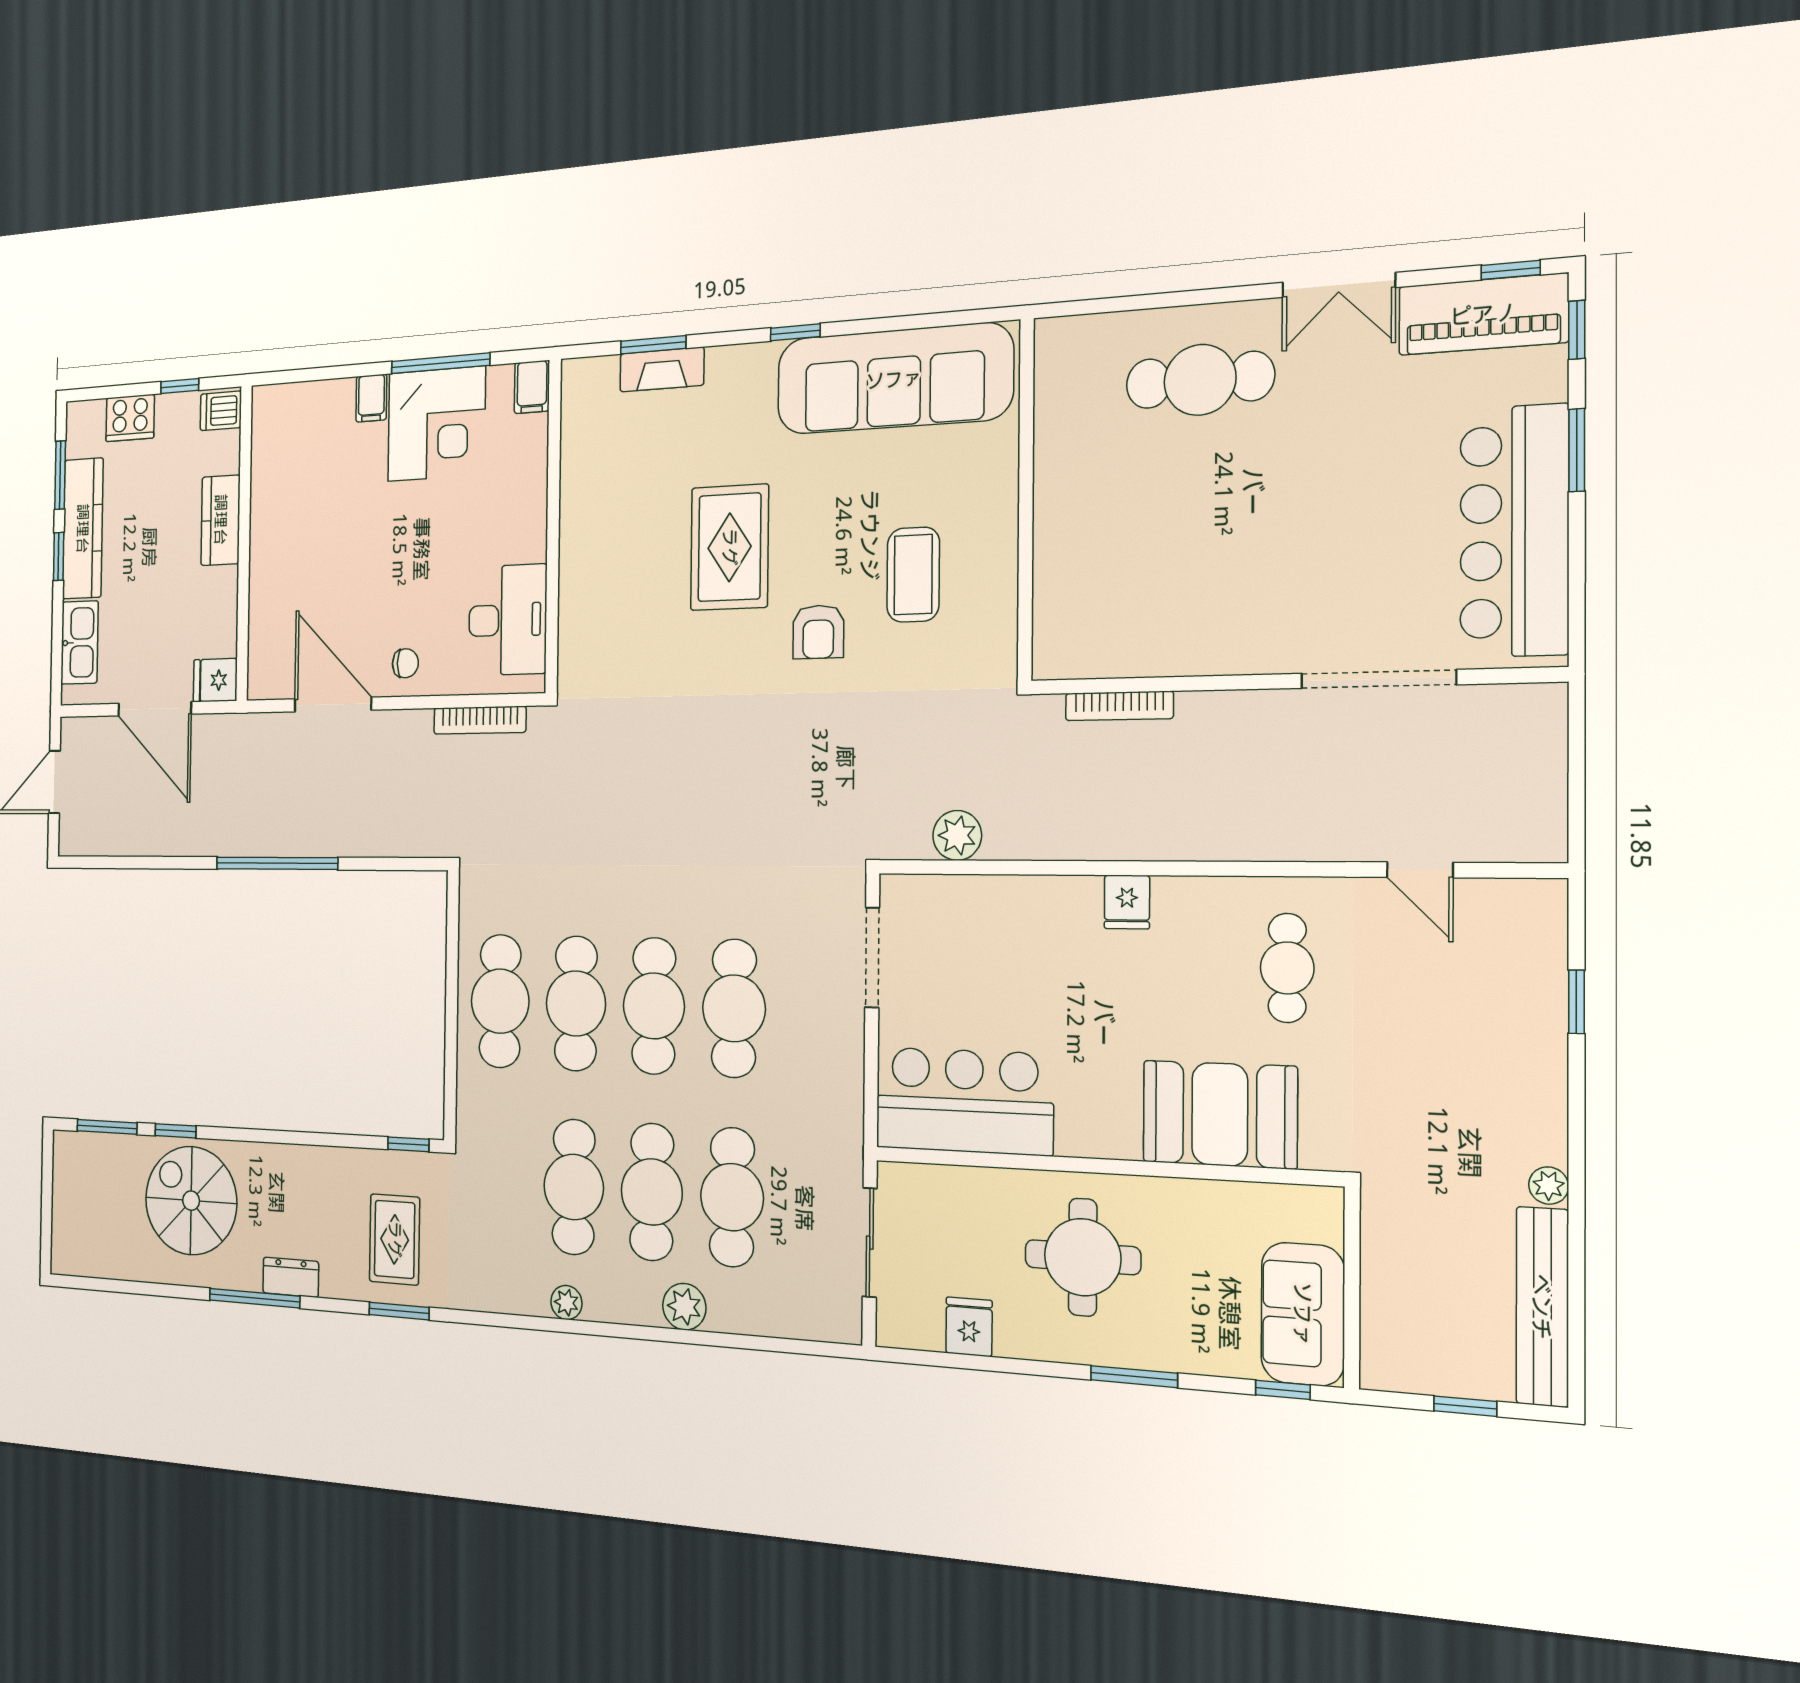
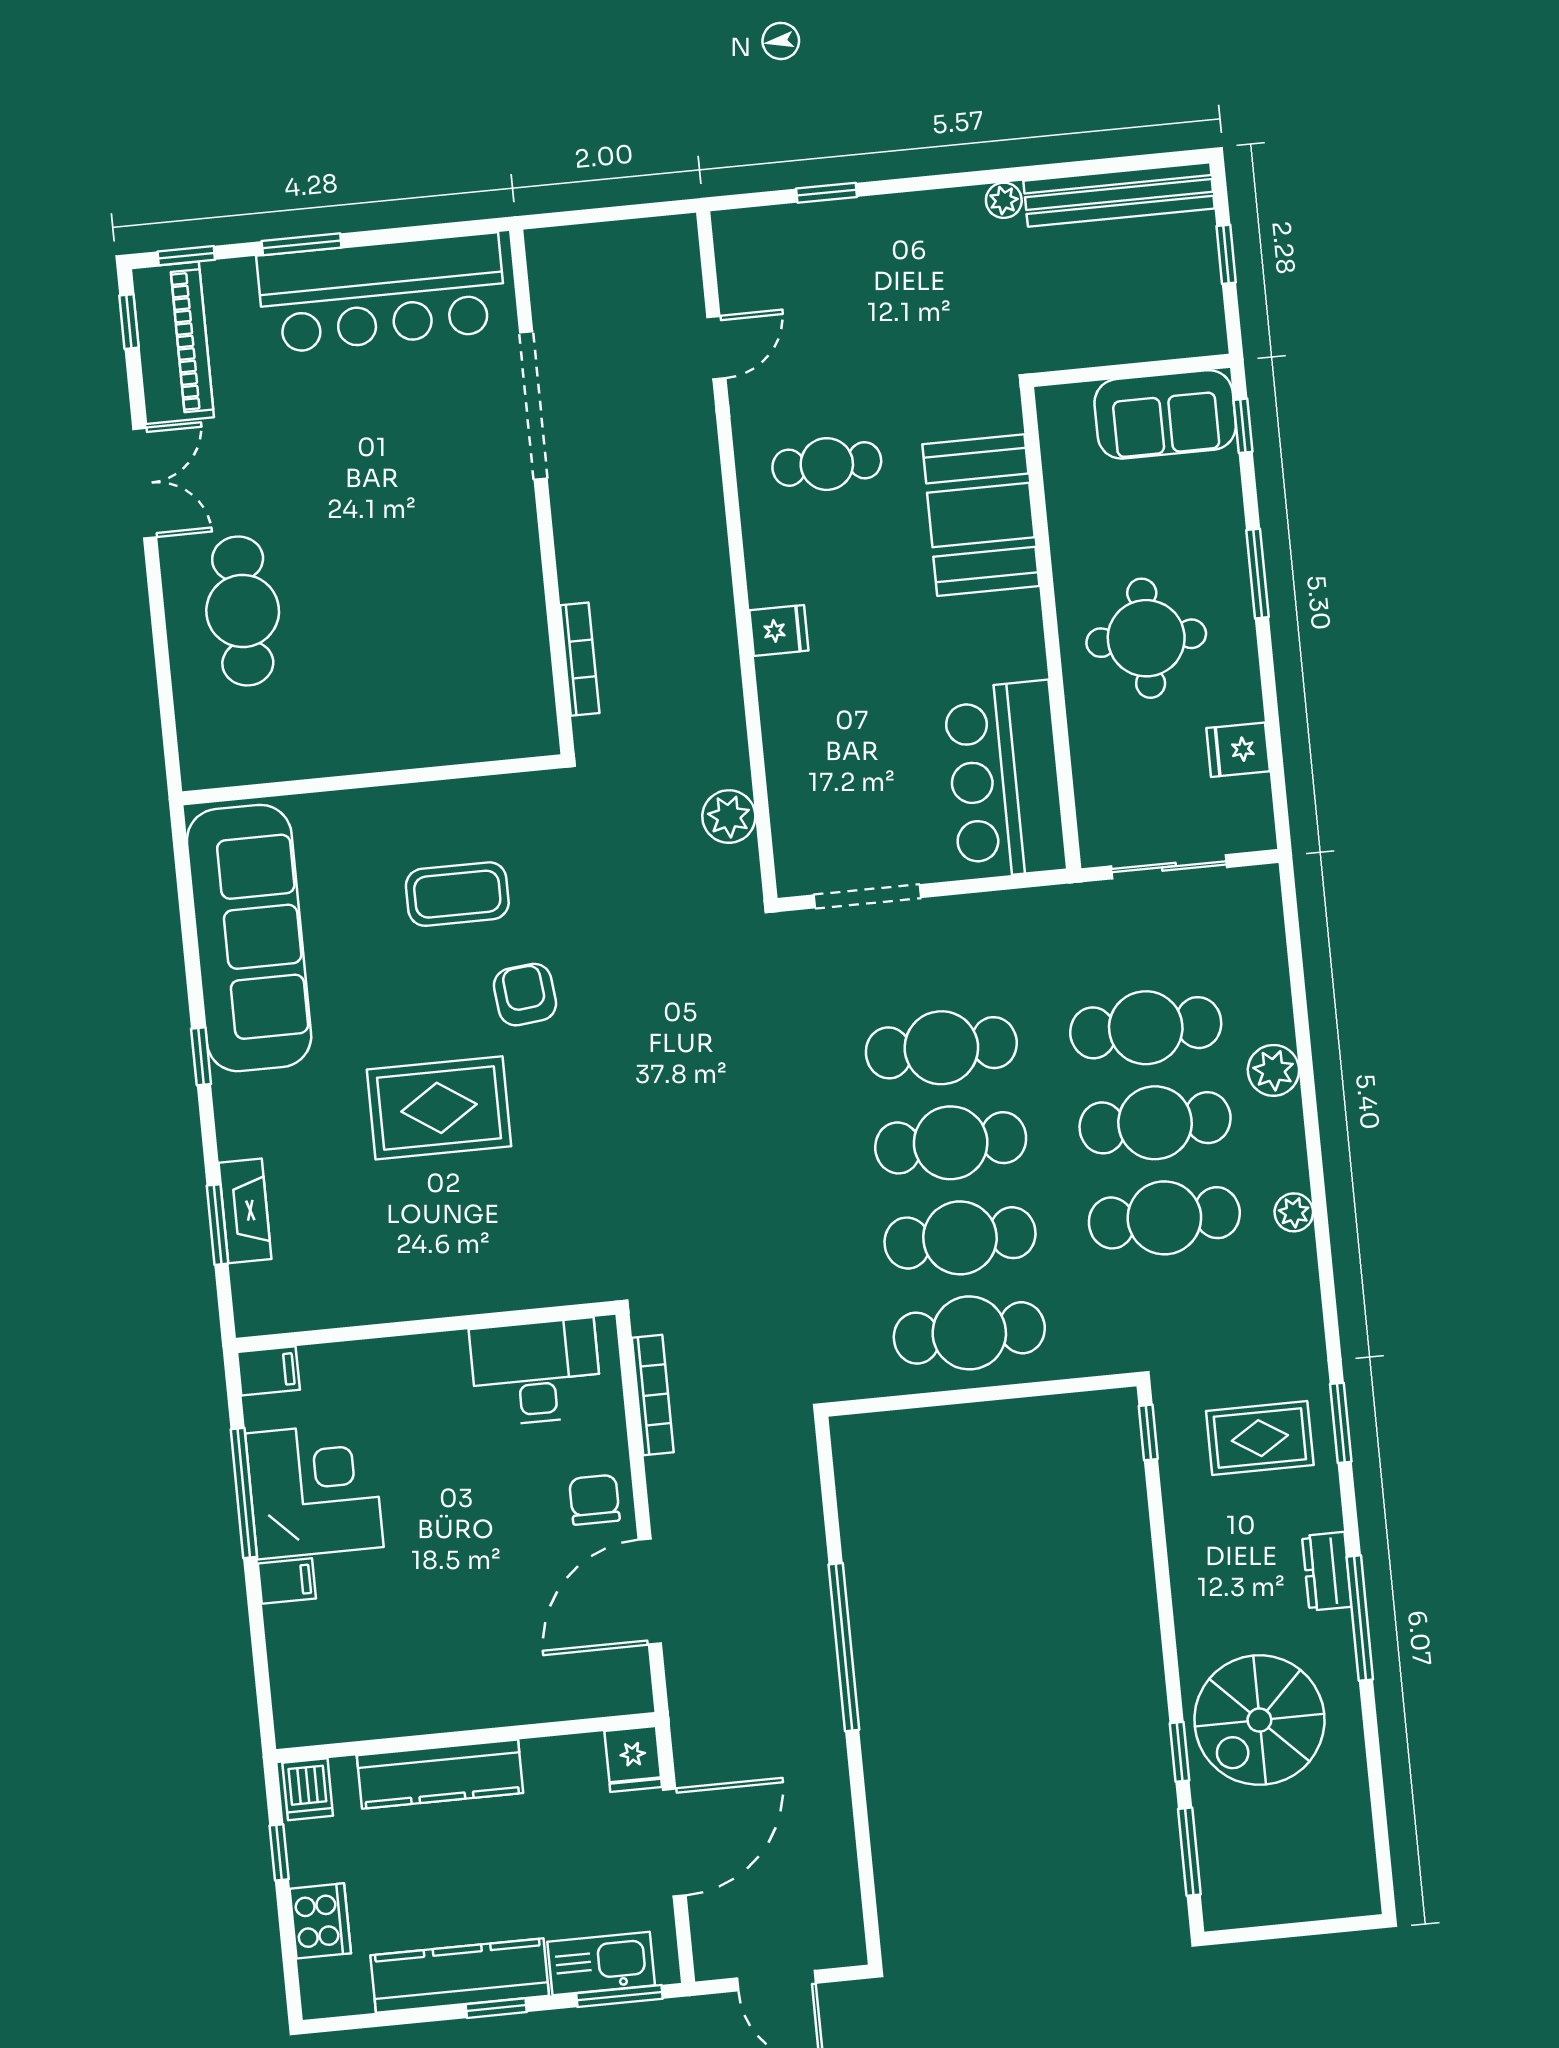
window: (60, 475) -> (619, 1996), moved
kitchen counter: (221, 520) -> (440, 1774), width x1.50
armchair: (818, 632) -> (525, 995), turned -96
chair: (405, 663) -> (594, 1500), width x1.37, depth x1.37

